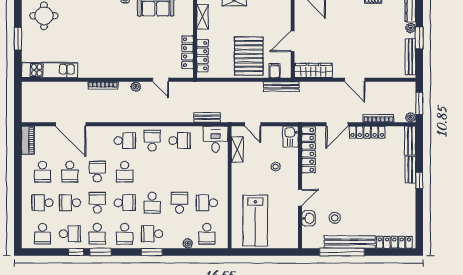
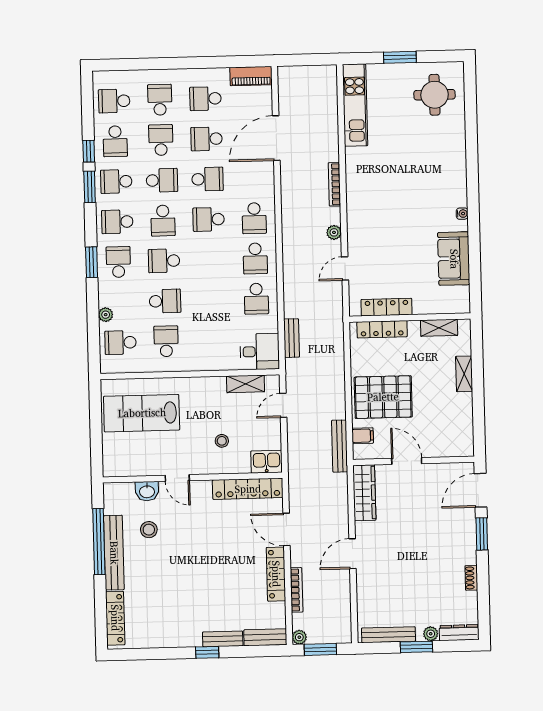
school desk: (152, 141) -> (255, 258), turned 90

